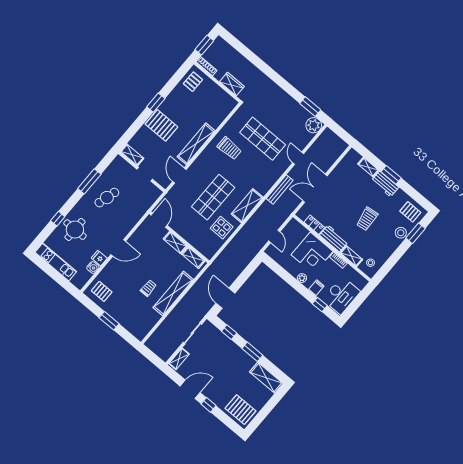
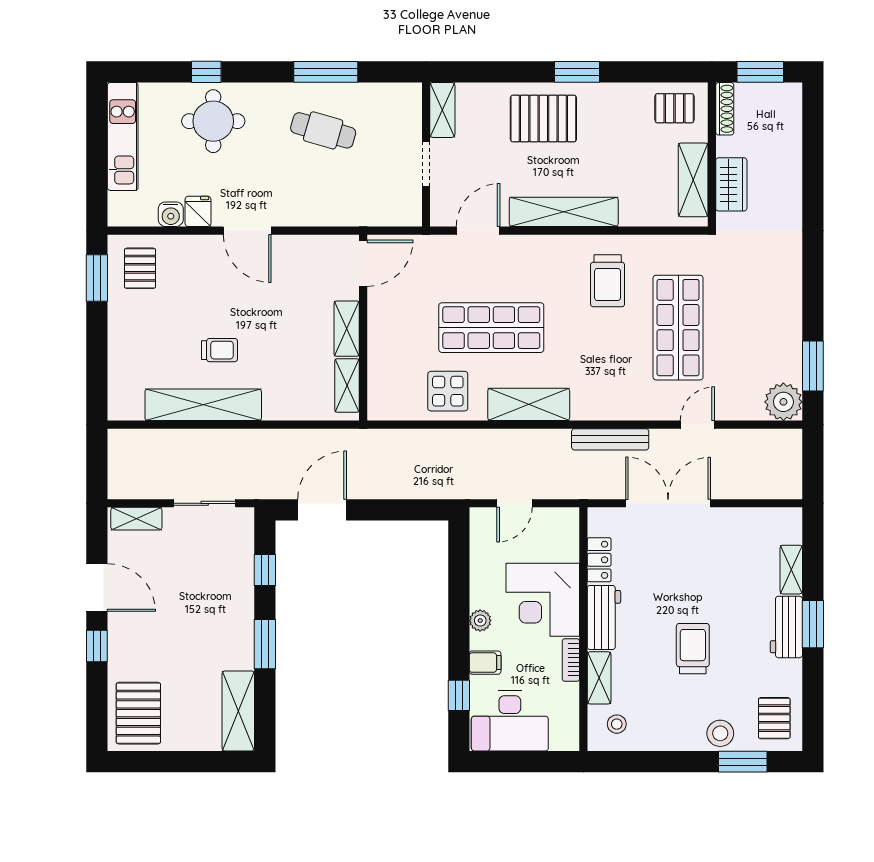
shelving: (220, 95) -> (693, 180), added
pallet: (161, 125) -> (543, 119), turned 90
trolley: (367, 219) -> (693, 649), turned 97
shelving: (173, 294) -> (203, 405), moved
window: (109, 321) -> (97, 278), moved

